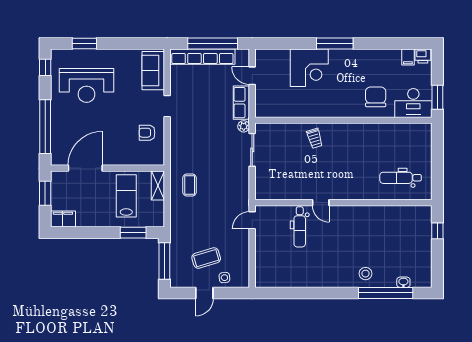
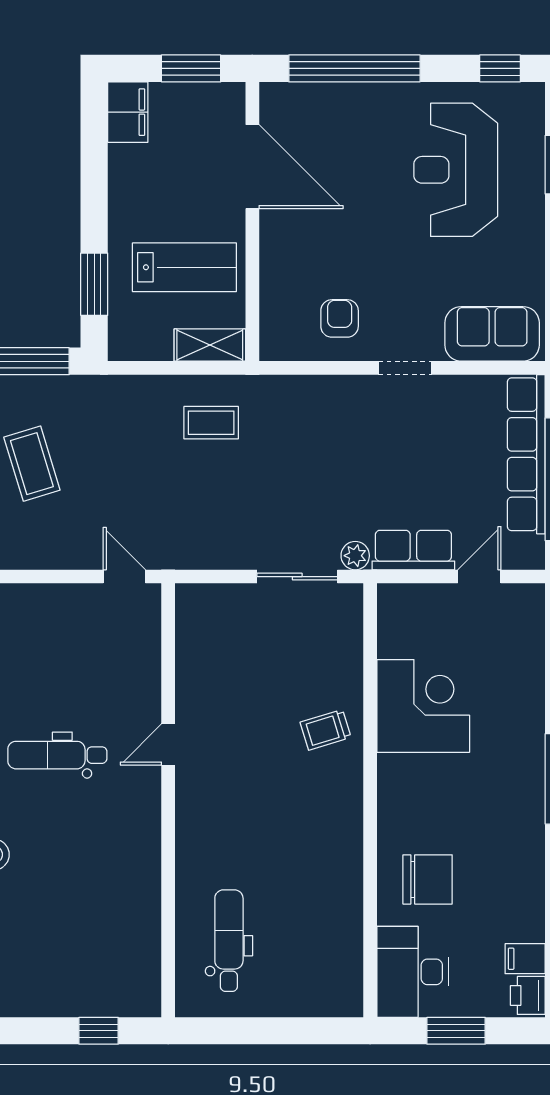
corner desk: (309, 68) -> (423, 706), moved, turned 180
window: (437, 97) -> (456, 1031), moved
dental chair: (300, 227) -> (57, 755), moved

